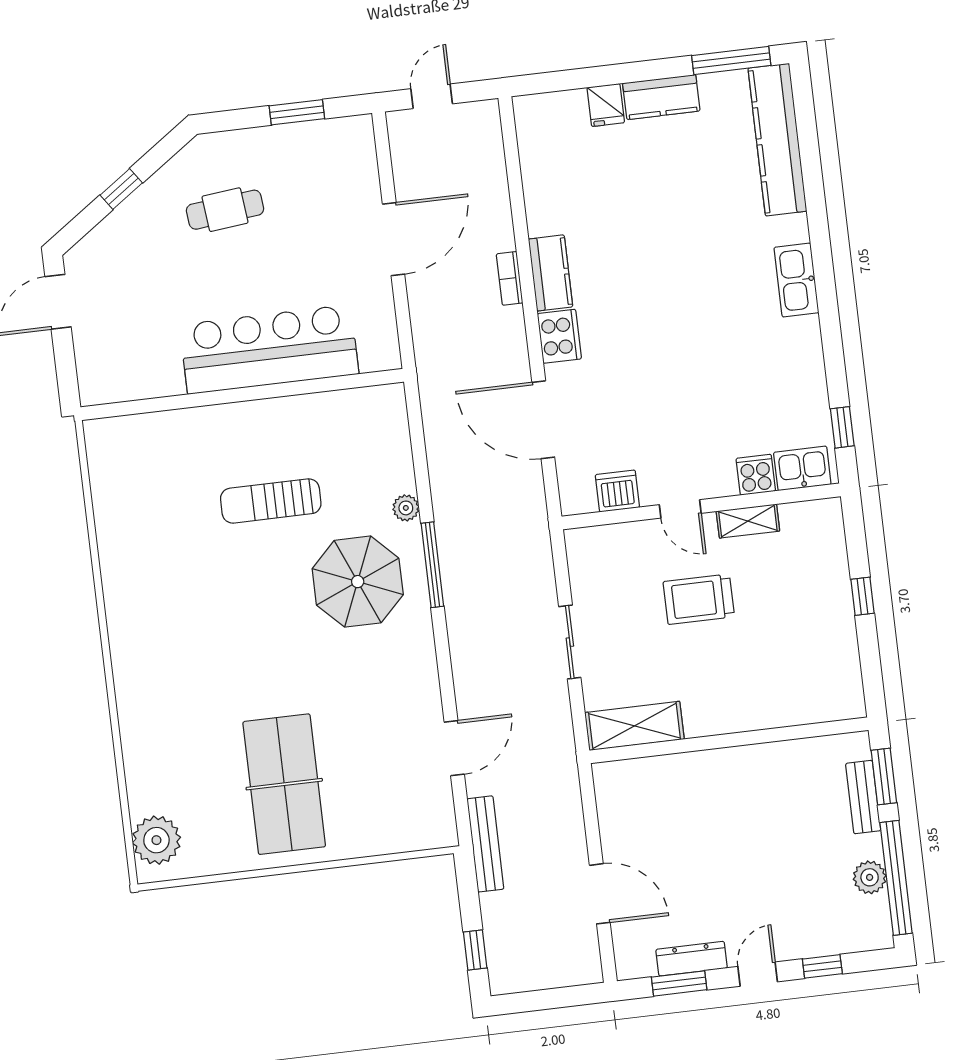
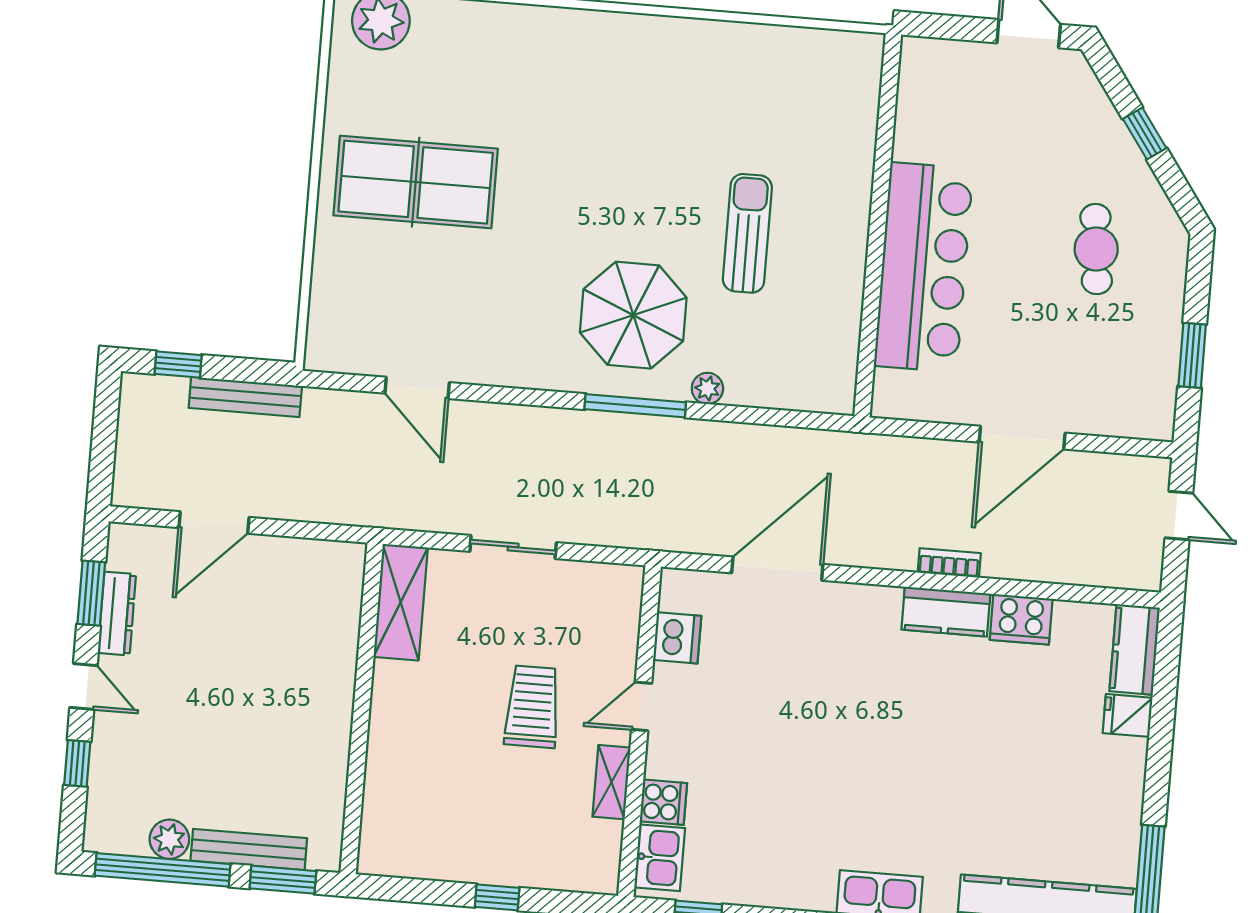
kitchen counter: (661, 97) -> (1135, 649), moved
door: (394, 239) -> (1022, 438), hinge flipped
cooker: (559, 336) -> (1021, 619), moved
bench: (863, 797) -> (249, 849), width x1.36
bench: (485, 844) -> (245, 397), moved

